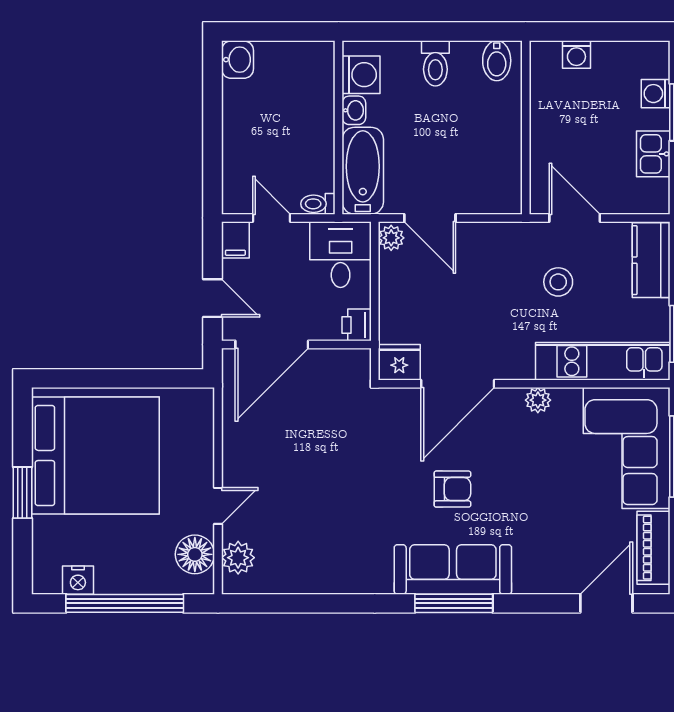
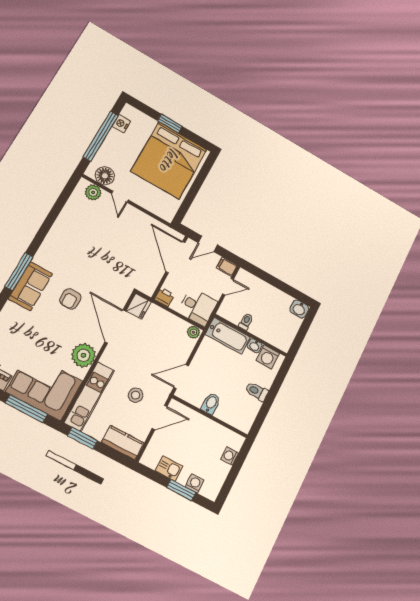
bidet: (497, 61) -> (211, 404), moved, turned 90
toilet: (318, 204) -> (246, 321), moved
door: (430, 218) -> (181, 377), moved
plant: (538, 400) -> (83, 355), width x1.87, depth x1.87
sofa: (453, 569) -> (30, 286), width x0.73

